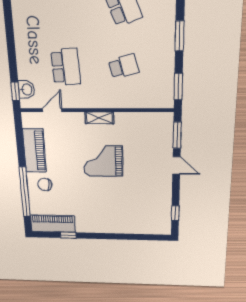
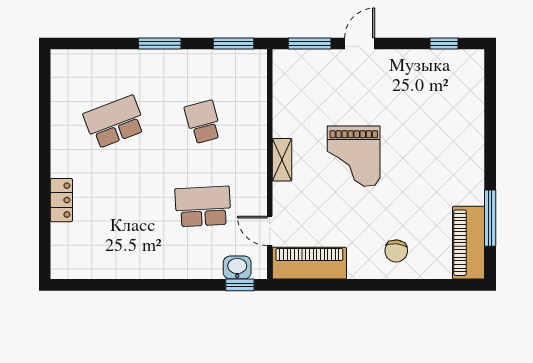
piano: (34, 151) -> (309, 263), moved
window: (25, 192) -> (410, 285), removed
window: (68, 235) -> (490, 218), width x2.17

